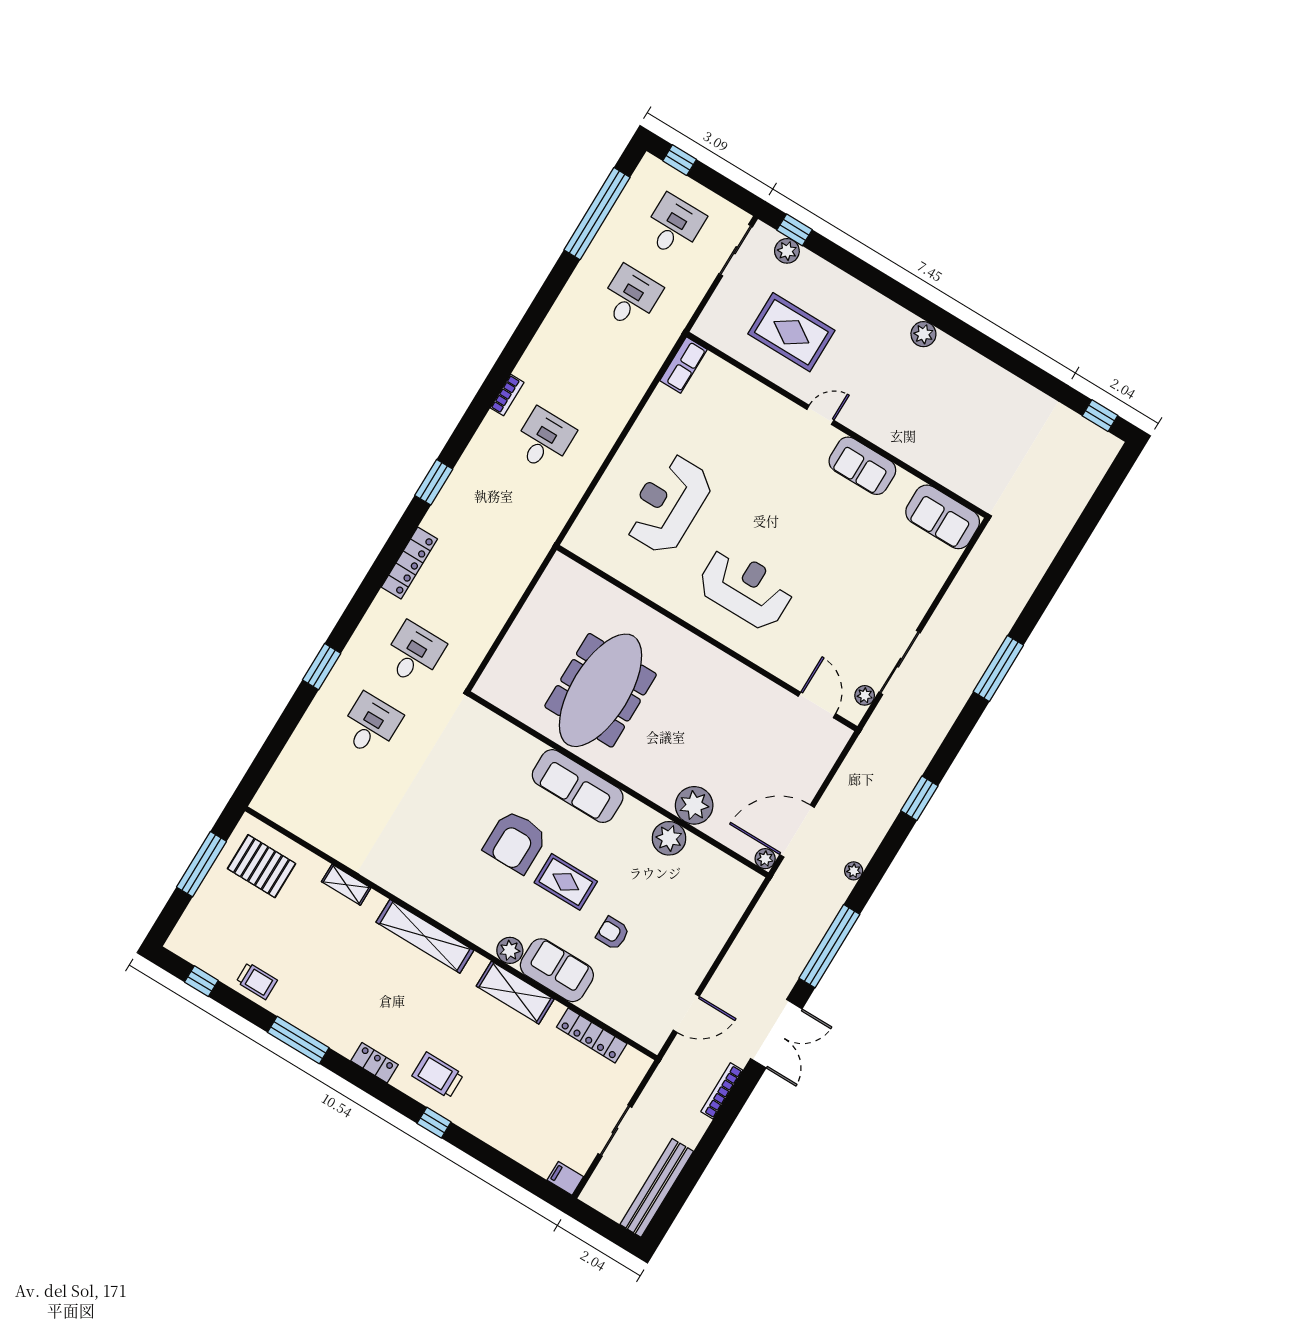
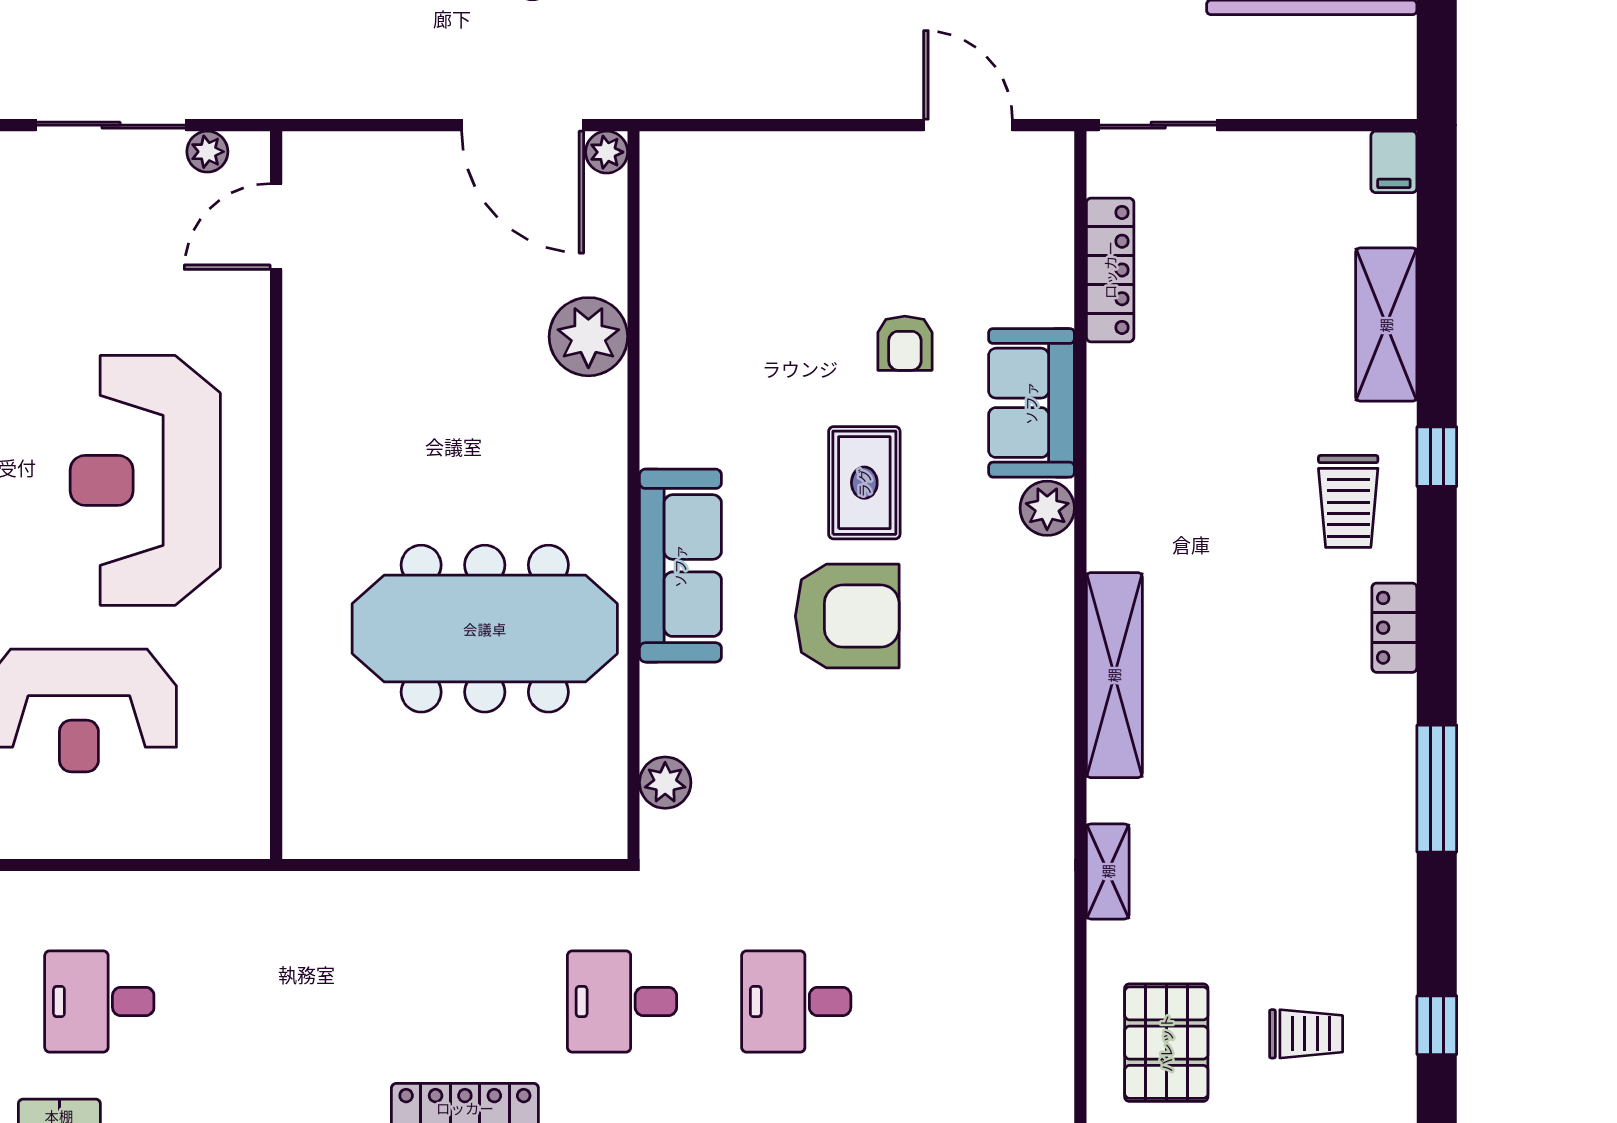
reception desk: (746, 588) -> (145, 480), width x1.36, depth x1.30
plant: (669, 838) -> (665, 783), moved, width x0.73, depth x0.73
trolley: (257, 981) -> (1306, 1034), moved, turned 90
shelving: (515, 993) -> (1386, 325), moved
sliding door: (615, 1131) -> (1158, 125), moved

